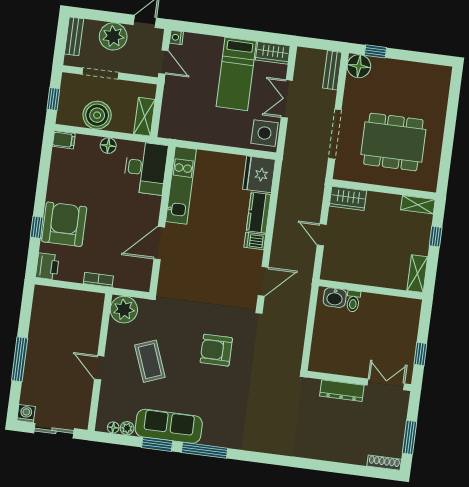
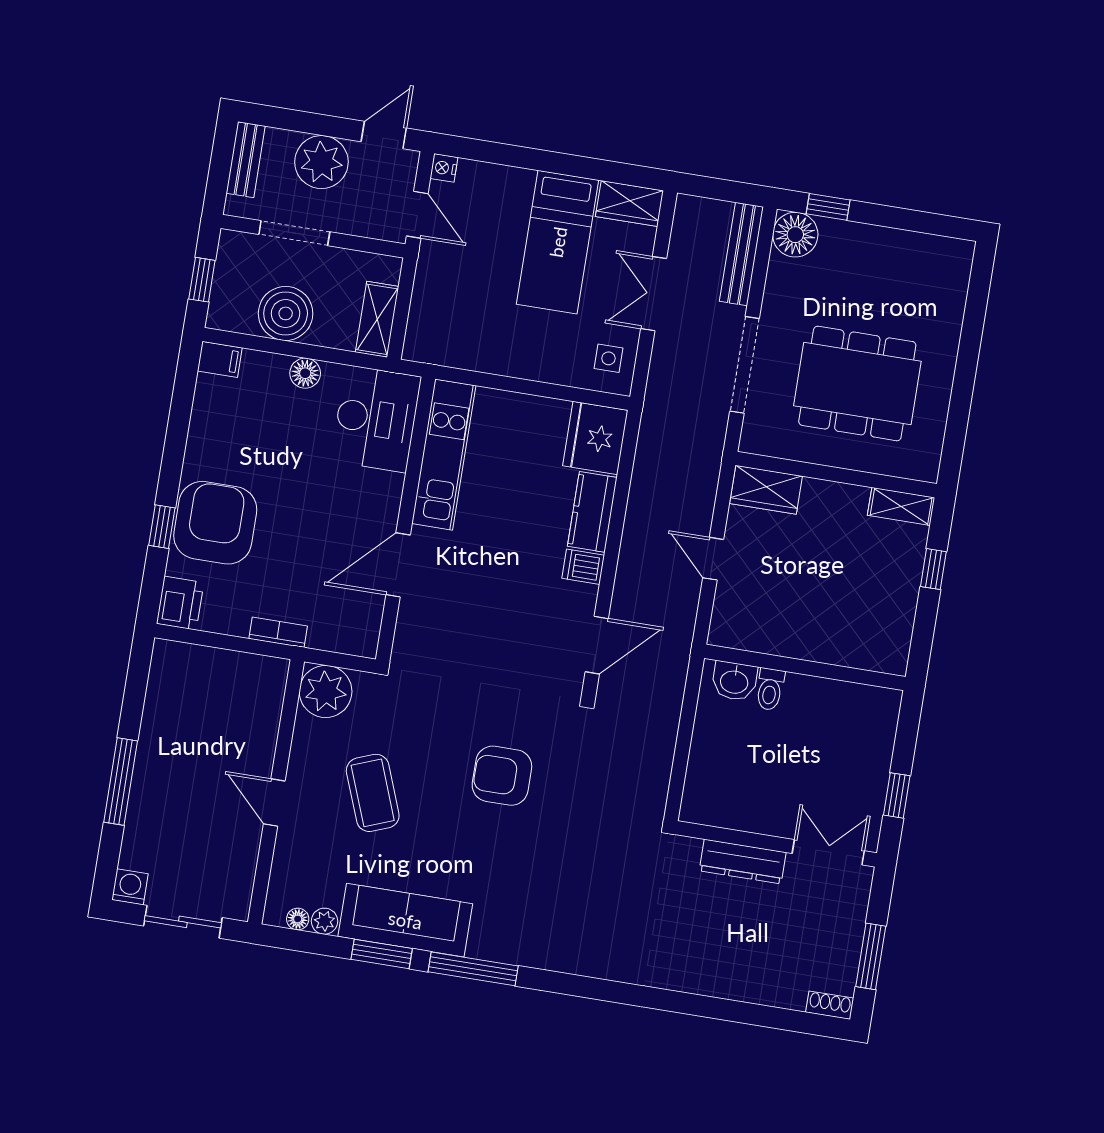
bench: (332, 70) -> (741, 254), width x1.36
side table: (264, 133) -> (609, 358), width x0.54, depth x0.54
shelving: (417, 274) -> (896, 640), removed
shoe rack: (384, 463) -> (830, 1005), width x0.70

